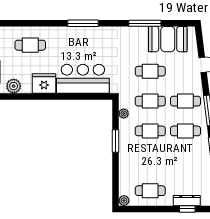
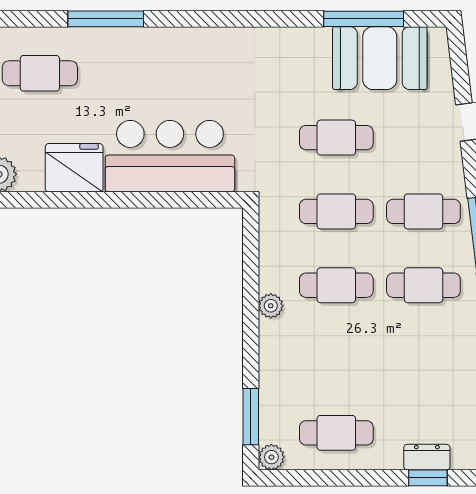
window: (83, 23) -> (106, 19), moved
window: (145, 23) -> (364, 19), moved
plant: (124, 114) -> (271, 306), moved
window: (116, 141) -> (251, 417), moved
dresser: (187, 201) -> (427, 457), width x0.70

